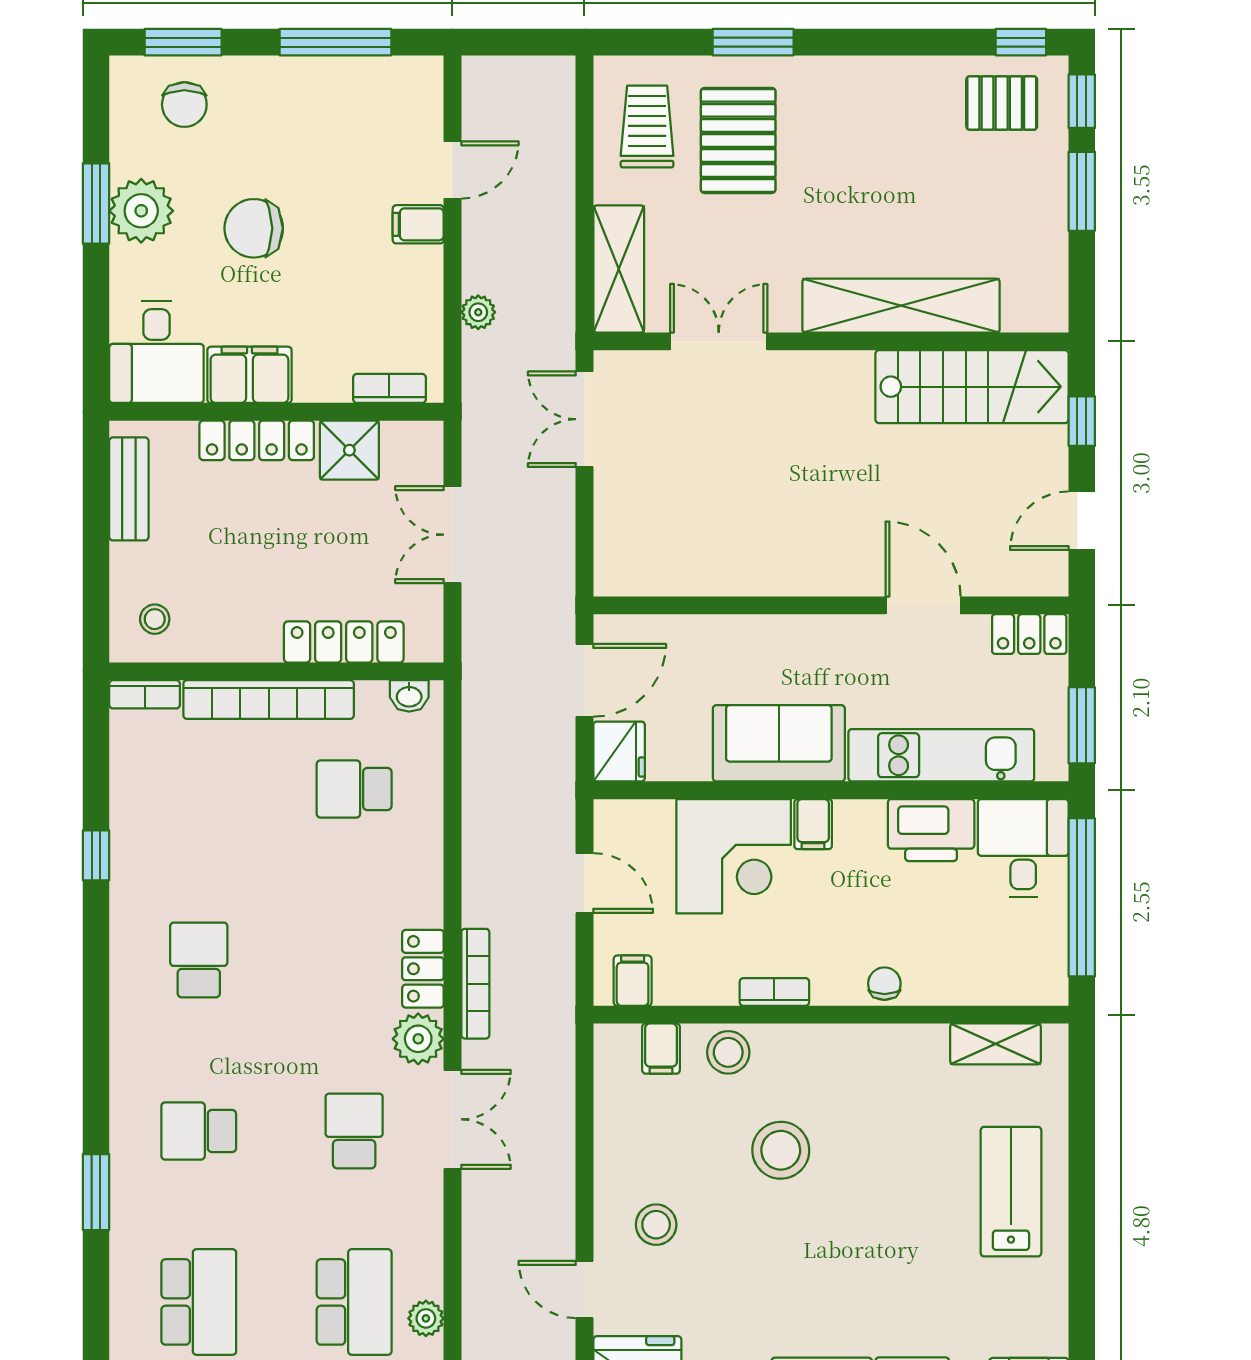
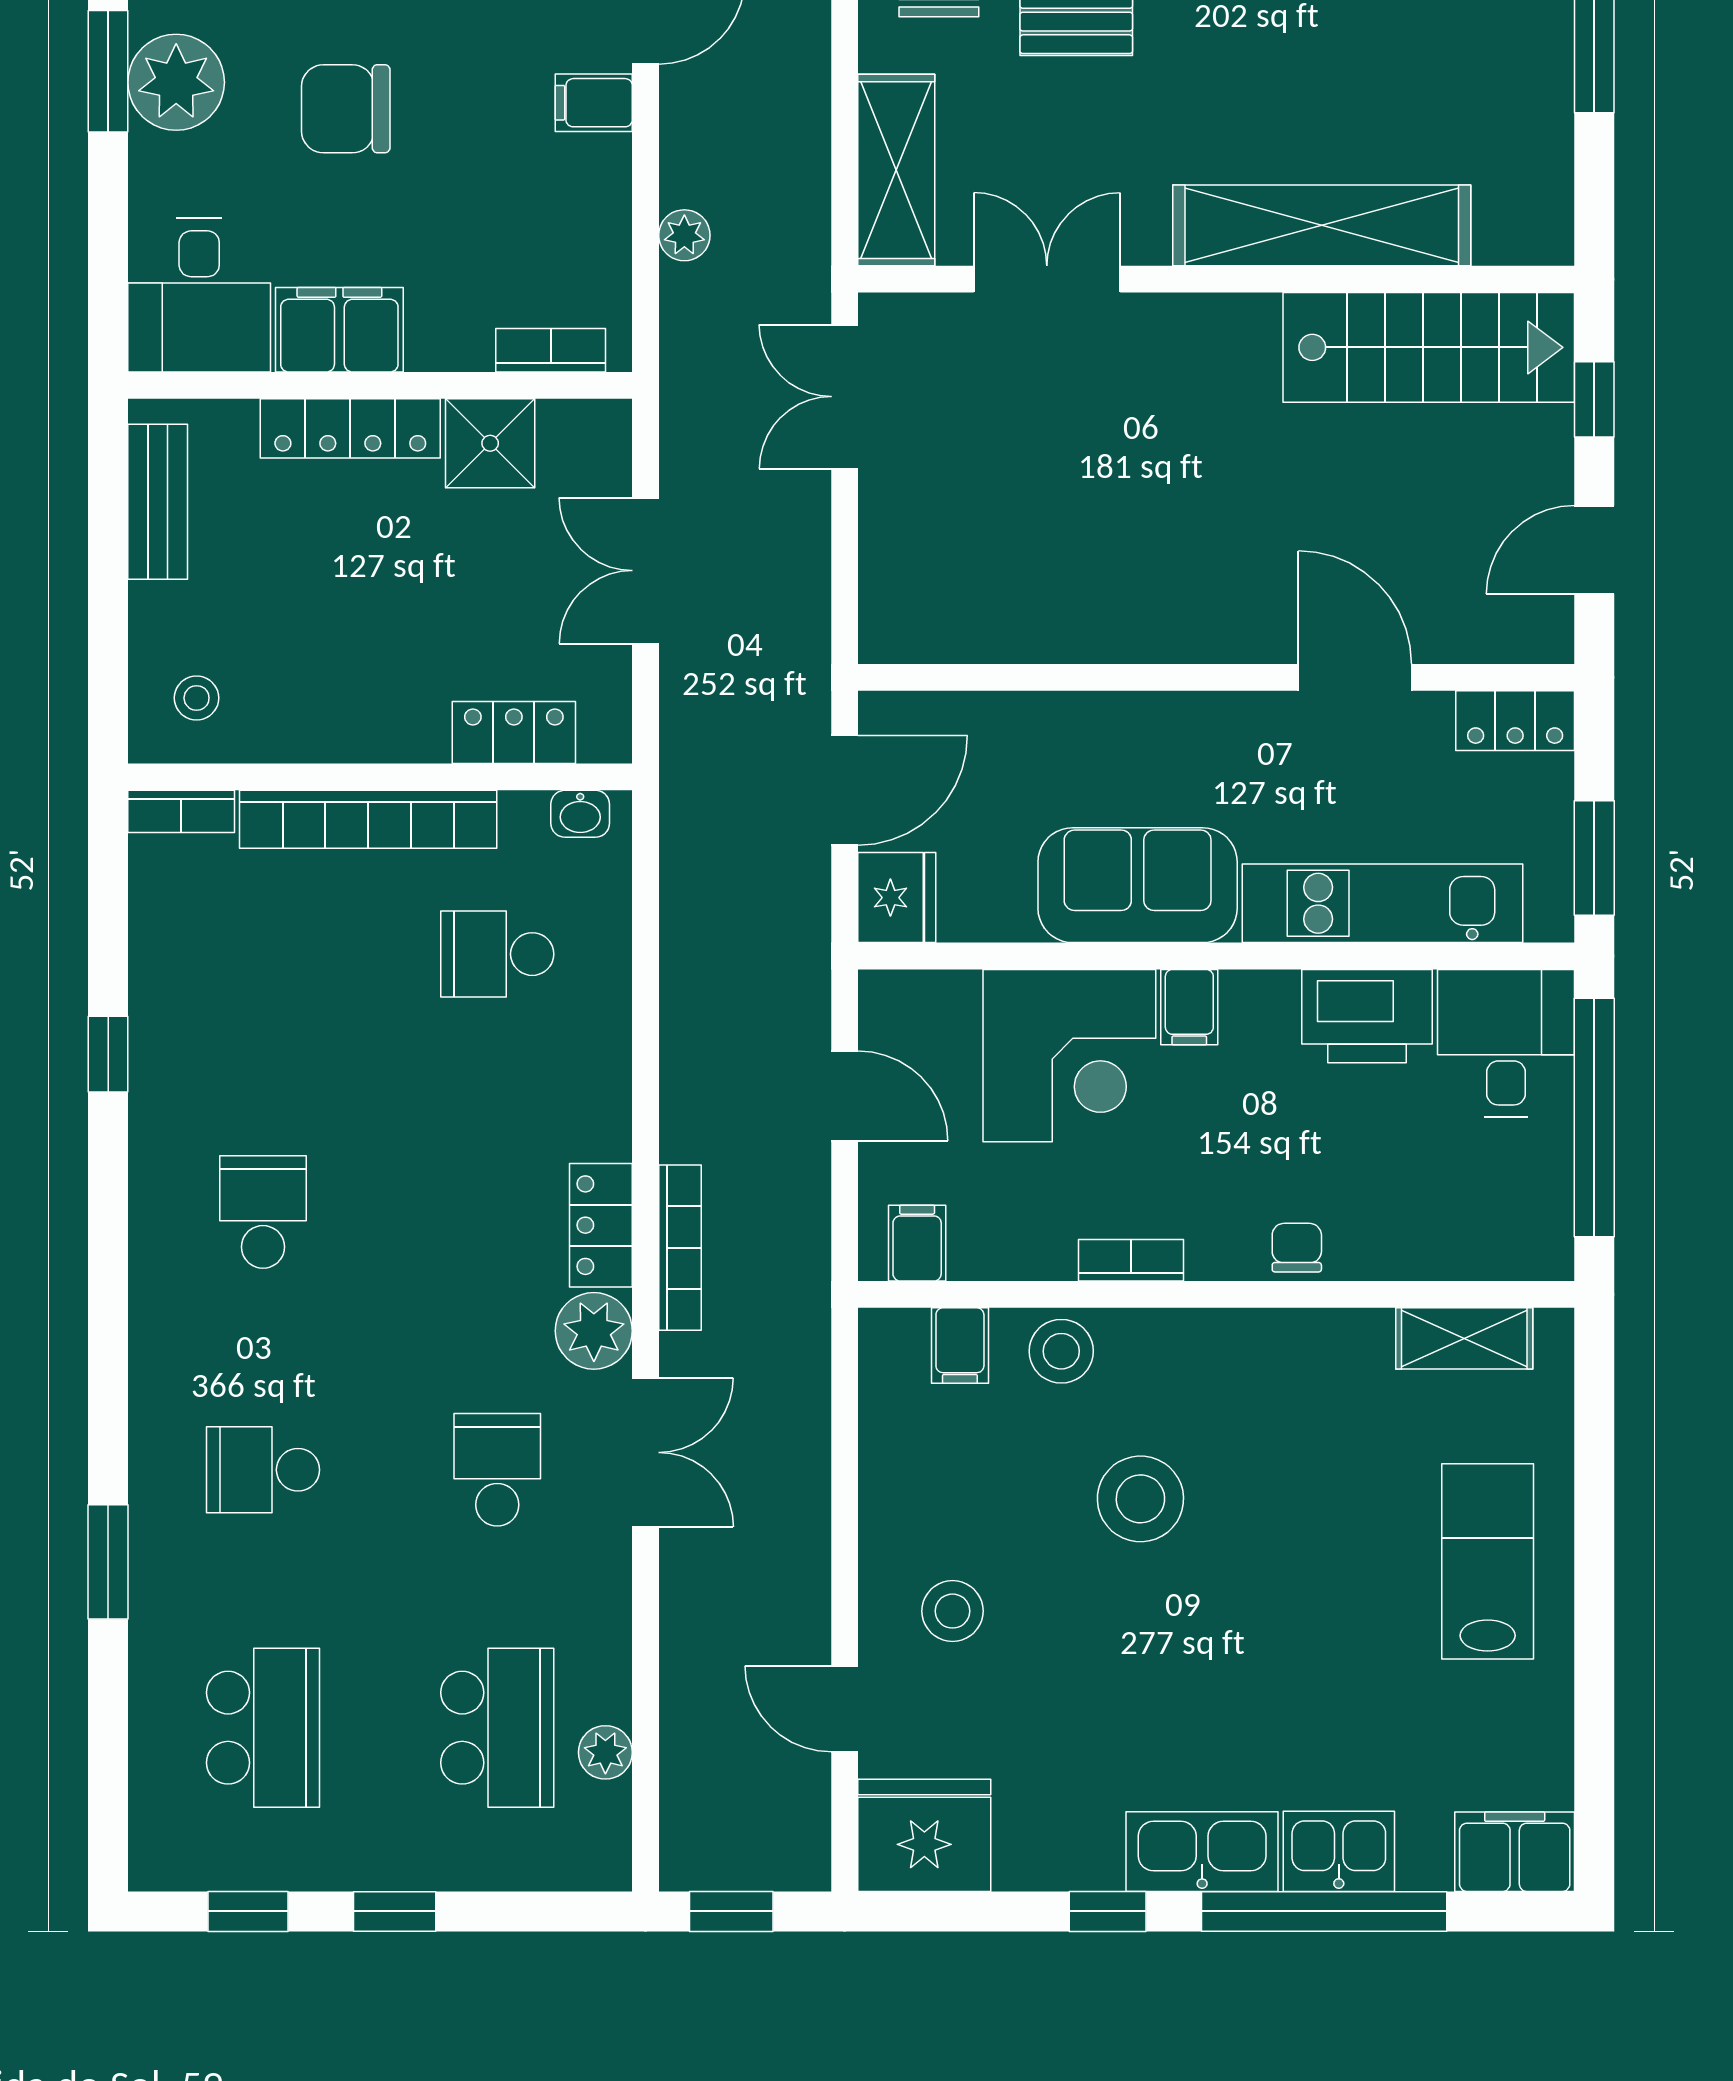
locker: (344, 642) -> (514, 733), width x0.66

